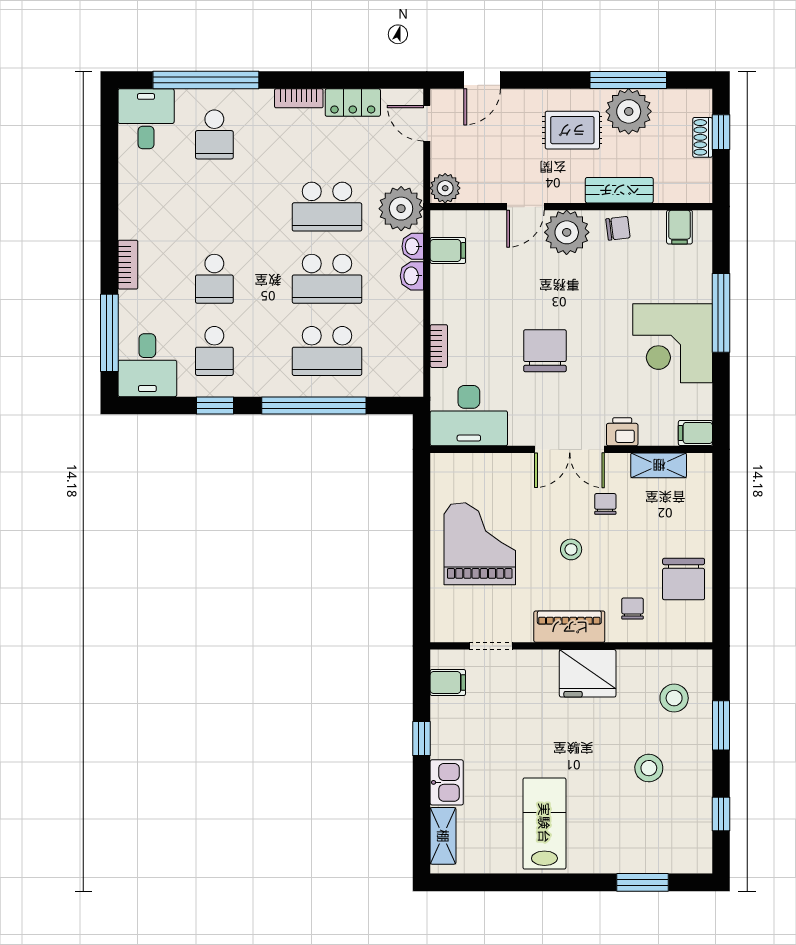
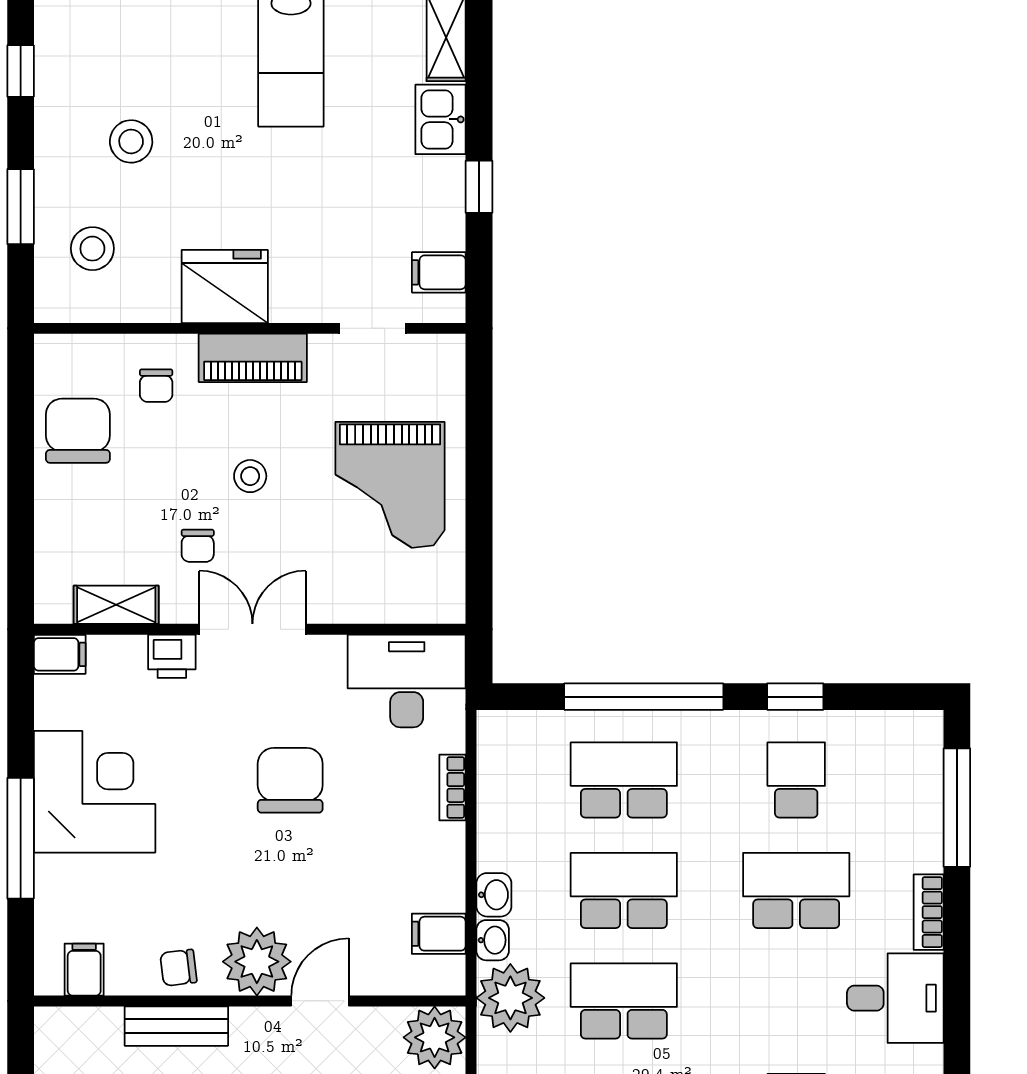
plant: (445, 188) -> (435, 1037), width x1.36, depth x1.36
school desk: (214, 279) -> (796, 890), width x1.85
chair: (545, 351) -> (290, 780), turned 180
desk: (147, 365) -> (895, 998), moved, turned 90

